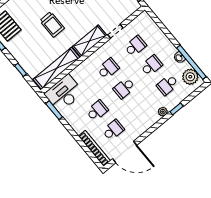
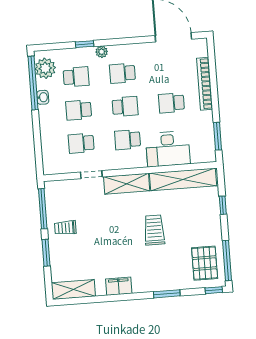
desk: (64, 93) -> (168, 149), moved
school desk: (113, 130) -> (122, 73), moved
bookcase: (94, 148) -> (205, 84), moved

